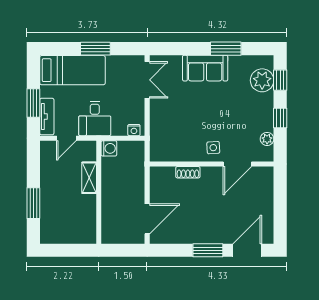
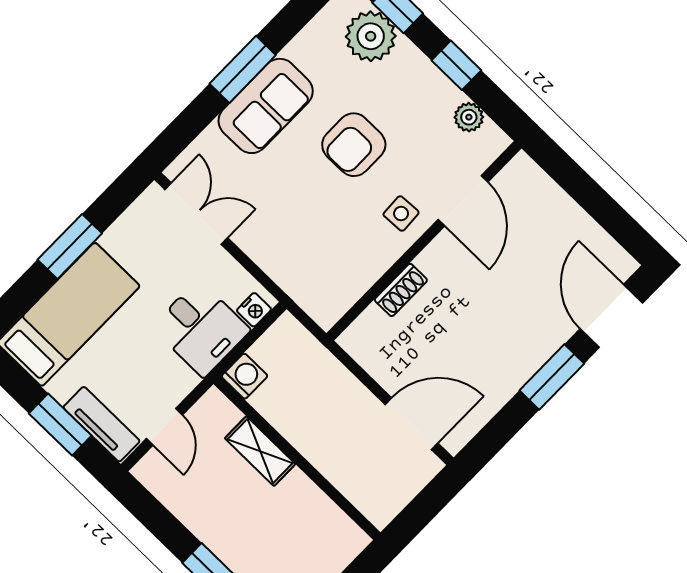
window: (226, 49) -> (243, 69), moved
armchair: (221, 110) -> (354, 145), added
desk: (95, 119) -> (201, 329), moved
door: (147, 219) -> (412, 424), hinge flipped

